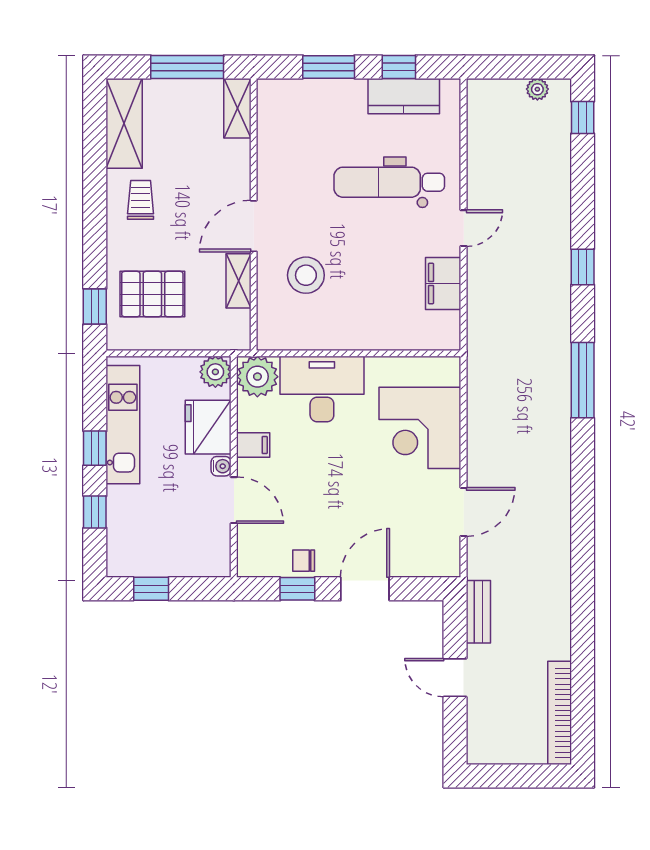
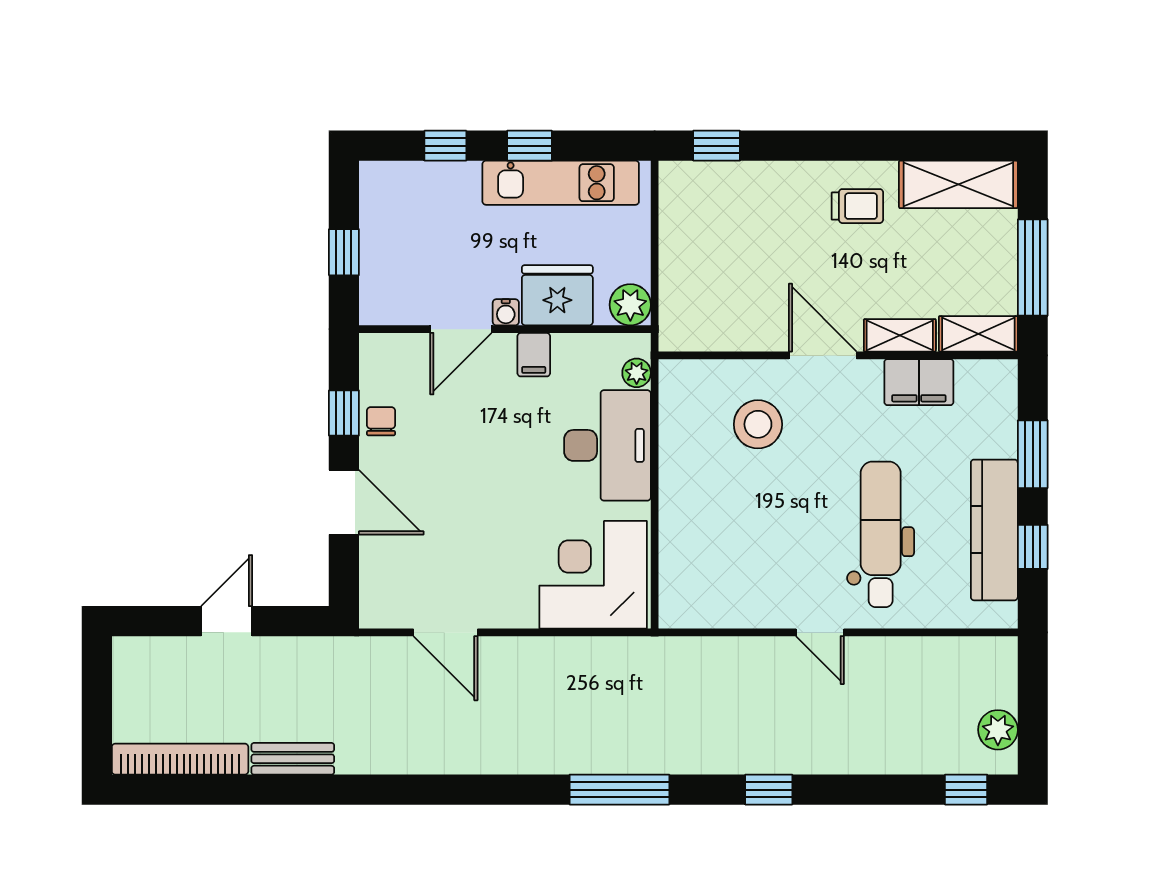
plant: (537, 89) -> (998, 730), width x1.38, depth x1.38
kitchen counter: (404, 96) -> (994, 530), width x1.50
shelving: (239, 281) -> (900, 335), moved
filing cabinet: (443, 284) -> (919, 382), moved, turned 180
pallet: (152, 294) -> (733, 222), removed
plant: (257, 377) -> (637, 373), width x0.53, depth x0.53
corner desk: (420, 428) -> (593, 575), moved
window: (151, 589) -> (344, 252), moved
bench: (478, 612) -> (293, 759), moved

